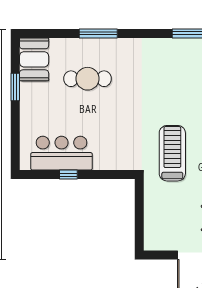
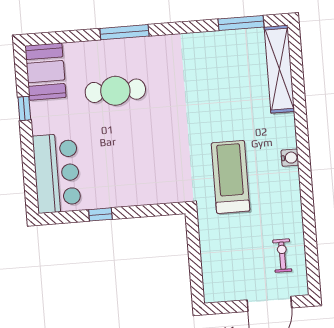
window: (15, 87) -> (24, 109), width x0.67
bar counter: (62, 153) -> (57, 173), moved, turned 90

